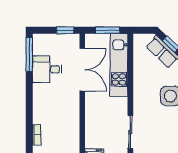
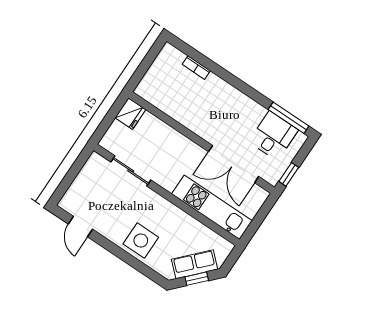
window: (108, 30) -> (258, 221), removed
desk: (47, 69) -> (273, 136), moved

